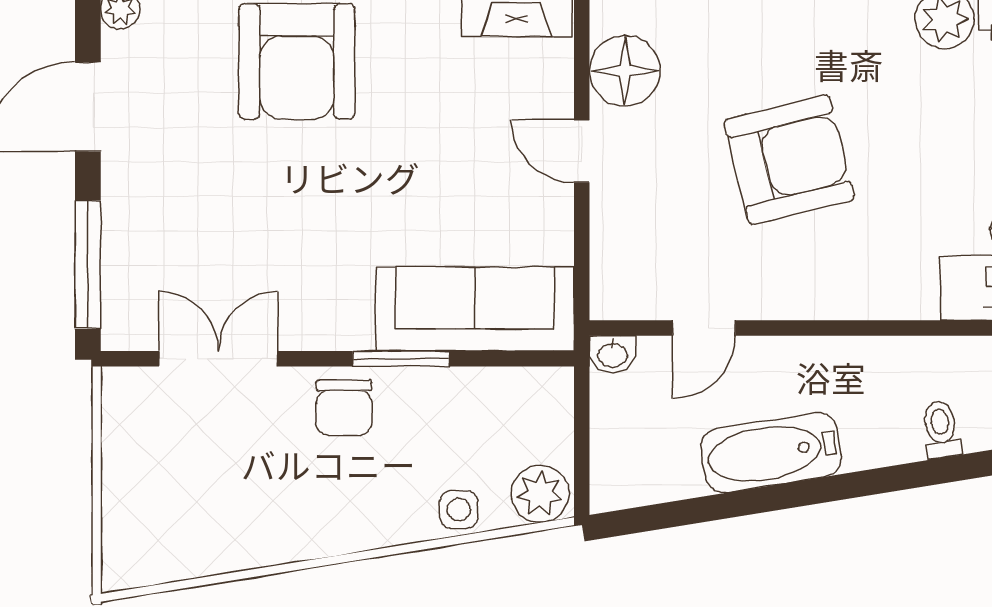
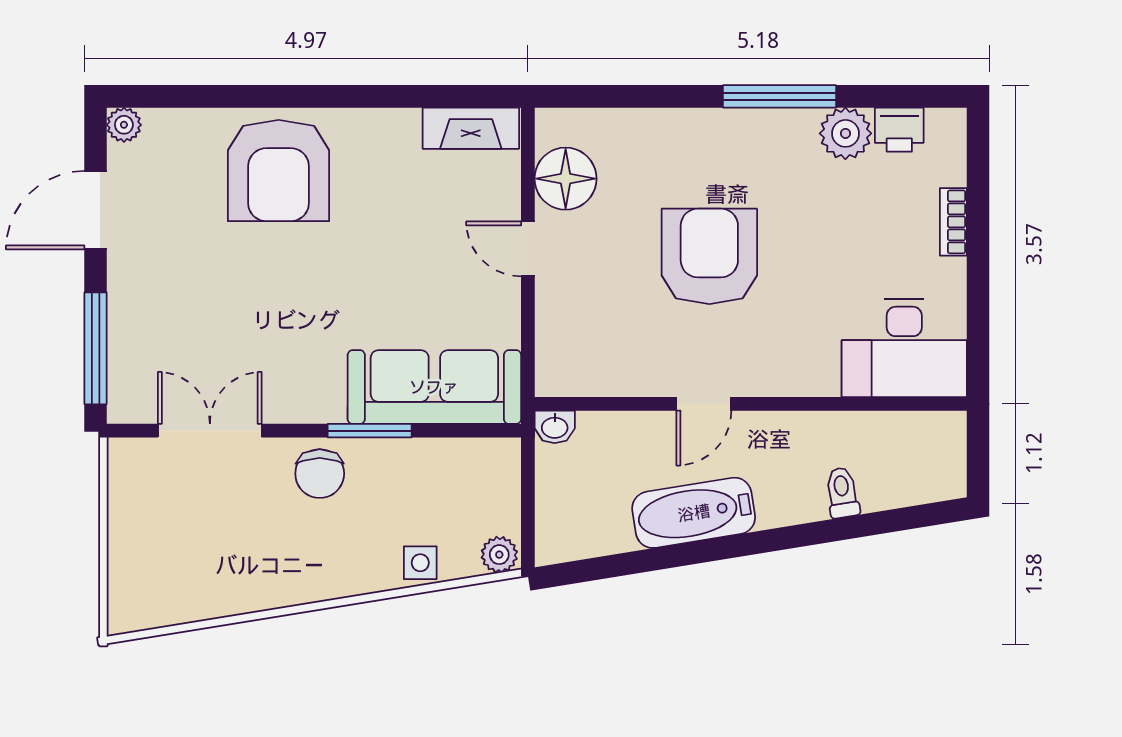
armchair: (789, 160) -> (709, 256), turned -76
door: (704, 328) -> (704, 404), moved
plant: (540, 494) -> (499, 555), width x0.73, depth x0.73

